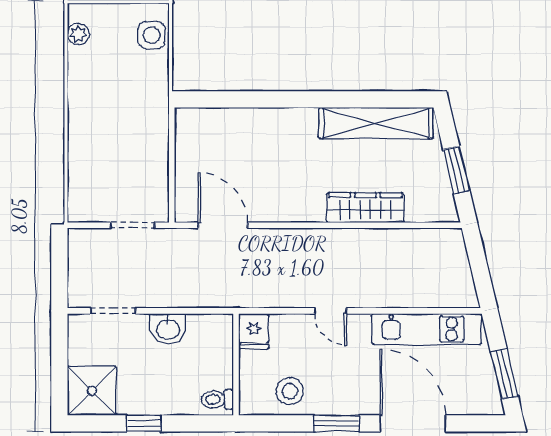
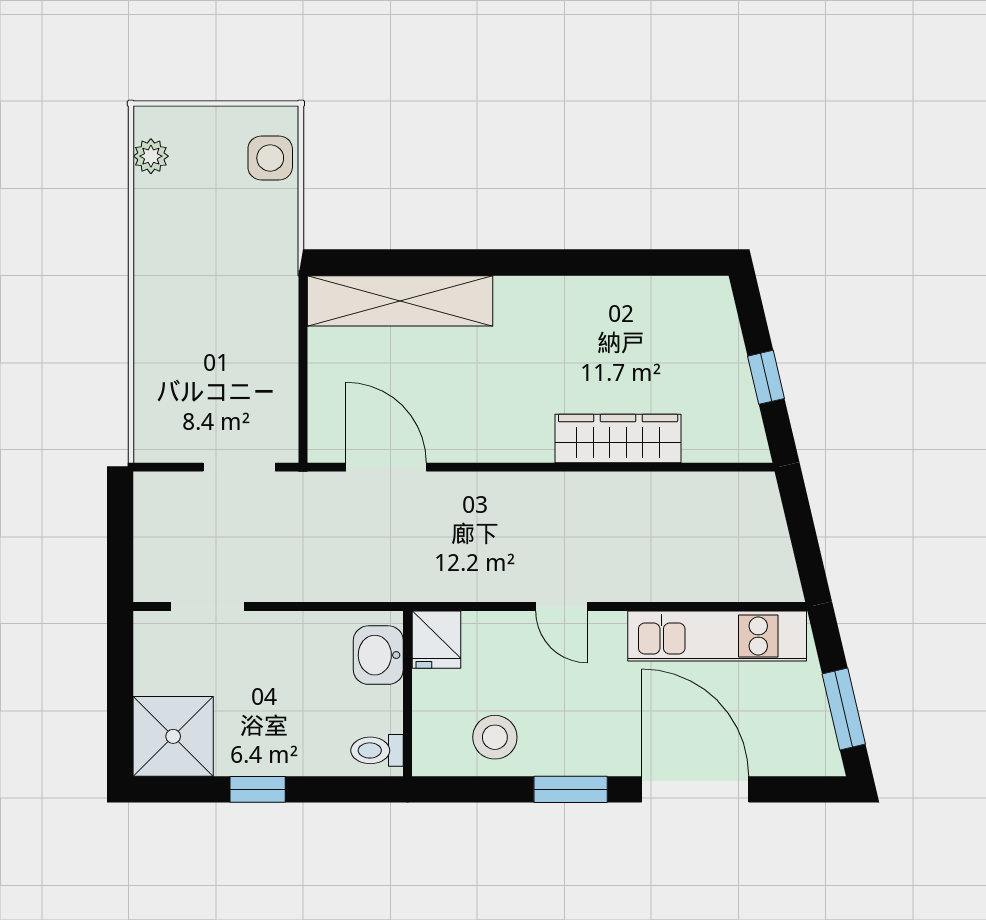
shelving: (376, 123) -> (400, 301), moved
window: (456, 170) -> (766, 377), width x0.67
washbasin: (168, 329) -> (378, 655), moved, turned 90

